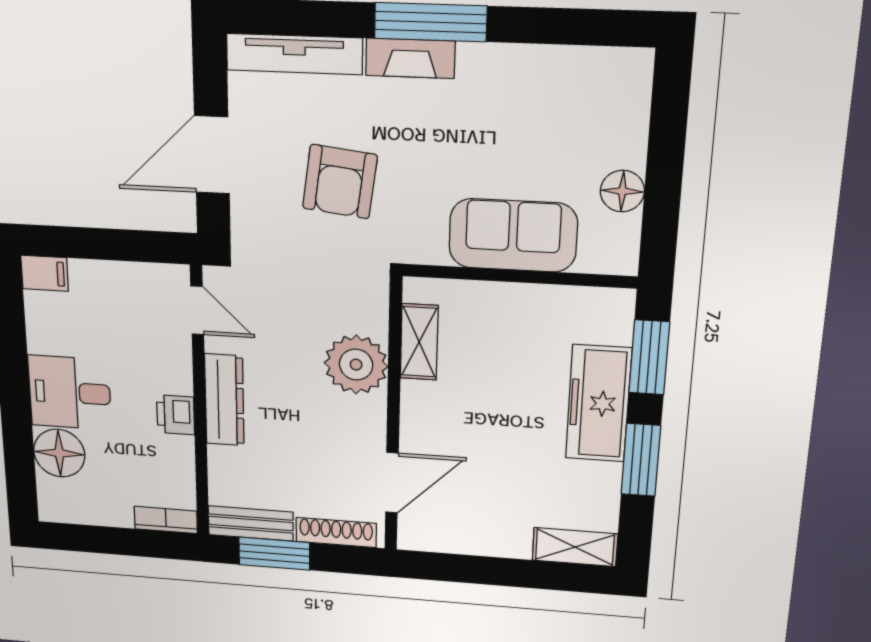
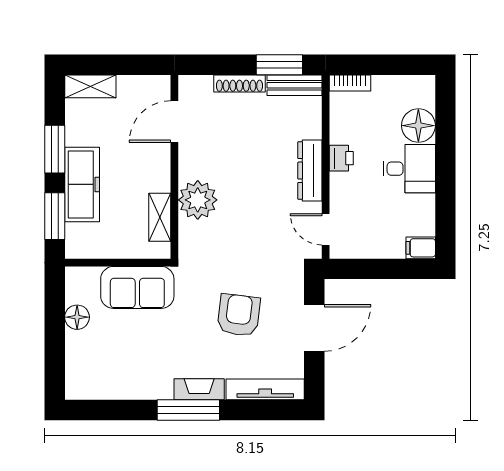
shelving: (419, 342) -> (160, 217), moved
plant: (356, 365) -> (198, 200), moved
wall: (393, 417) -> (174, 167), moved
door: (392, 483) -> (174, 122), moved

